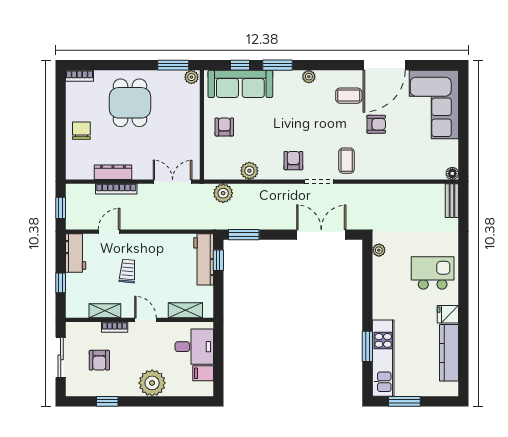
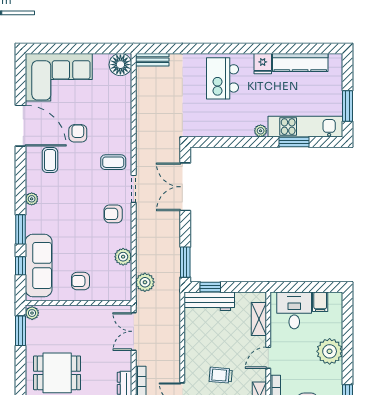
floor lamp: (452, 173) -> (120, 65), width x1.89, depth x1.89
plant: (379, 250) -> (261, 131), moved

